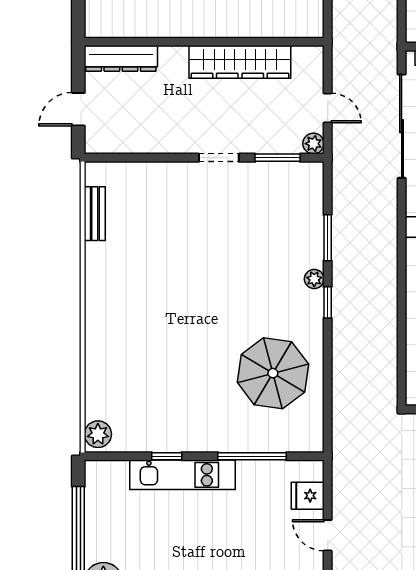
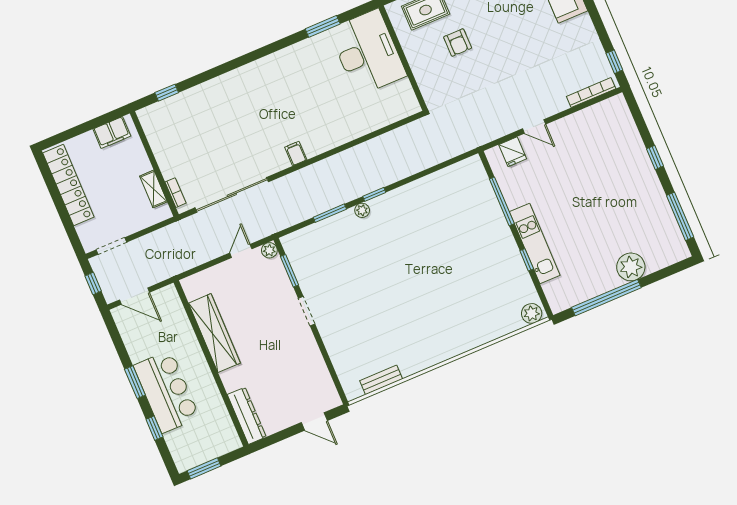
wall: (204, 42) -> (211, 364), moved
dresser: (121, 58) -> (247, 416), moved
wardrobe: (240, 62) -> (214, 333), moved
parasol: (273, 373) -> (439, 211), removed
door: (328, 535) -> (534, 126), hinge flipped

